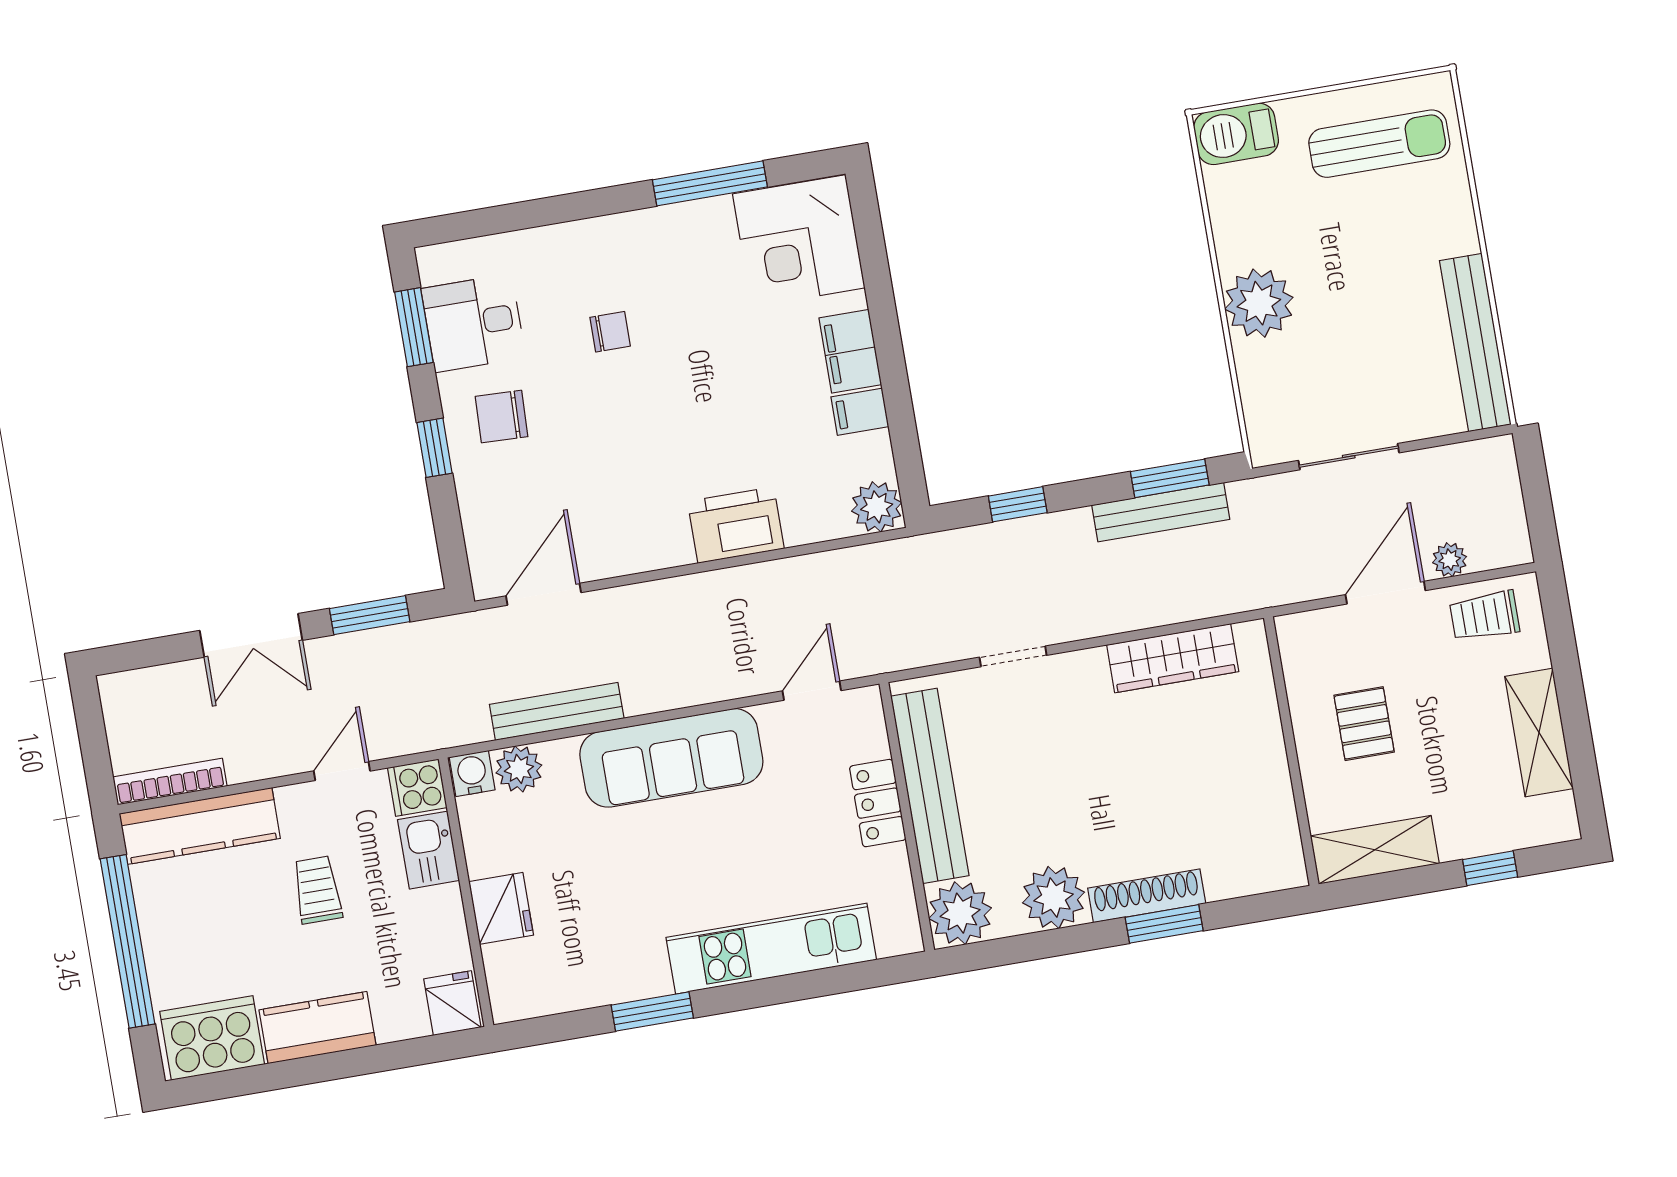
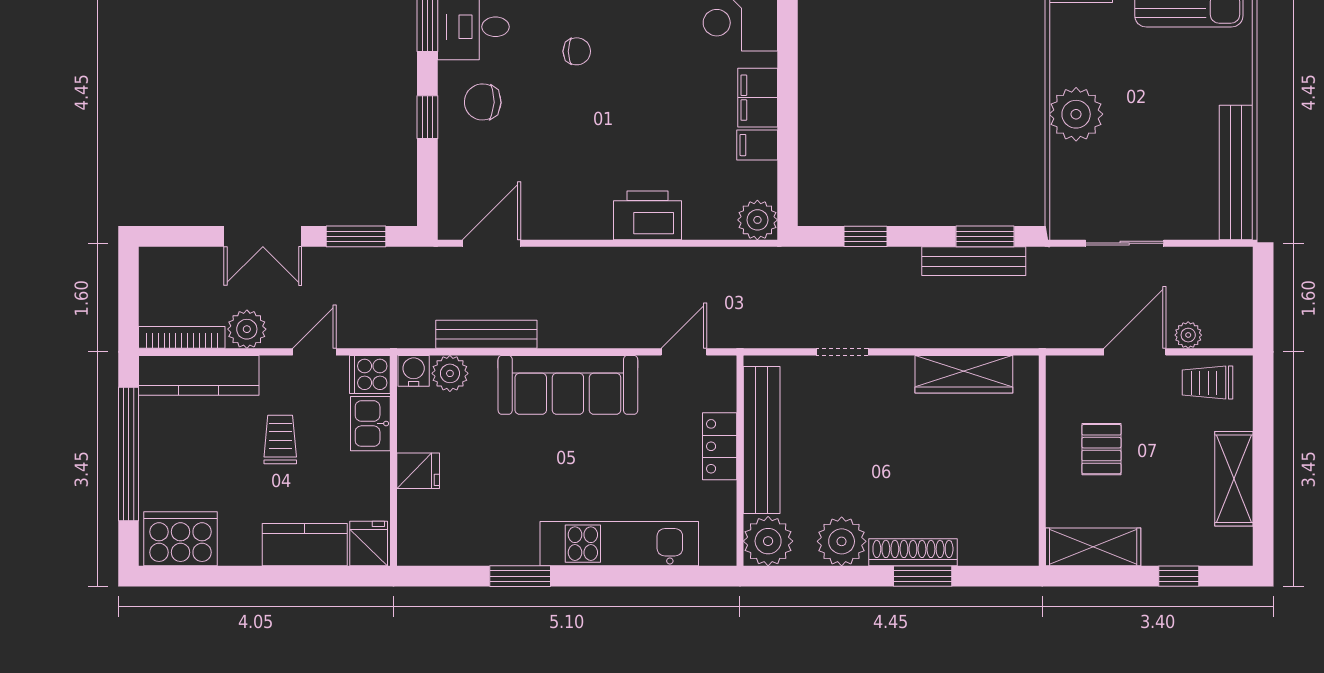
plant: (251, 757) -> (247, 329), added
fridge: (501, 908) -> (418, 471), width x0.72
kitchen counter: (317, 1028) -> (305, 545), moved

